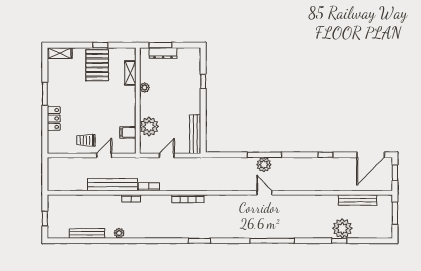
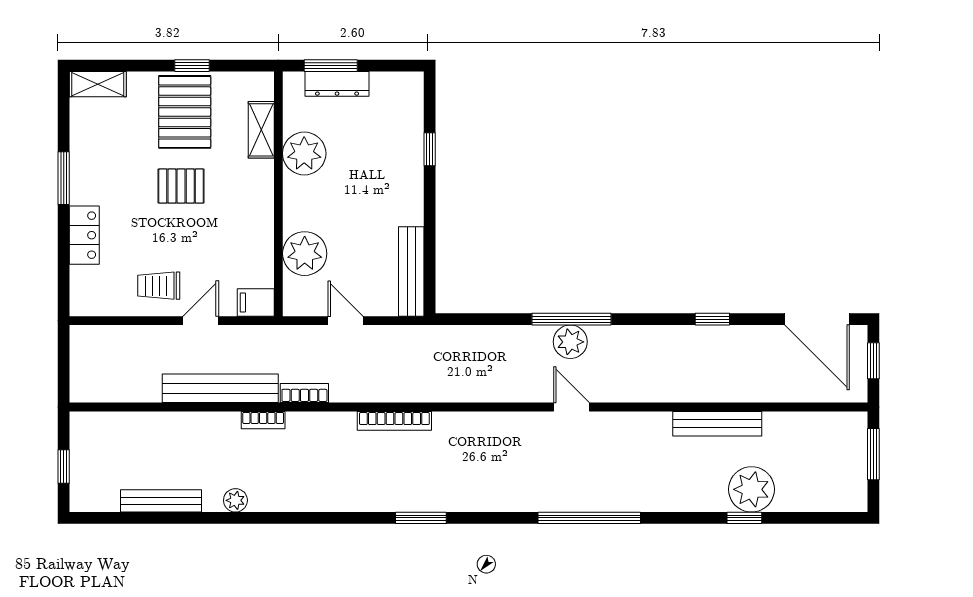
plant: (145, 88) -> (304, 154), width x1.88, depth x1.88
pallet: (96, 97) -> (181, 186), added
filing cabinet: (128, 132) -> (256, 302), moved
door: (167, 155) -> (346, 321), hinge flipped
door: (371, 155) -> (817, 319), hinge flipped
bench: (358, 200) -> (717, 424), moved

